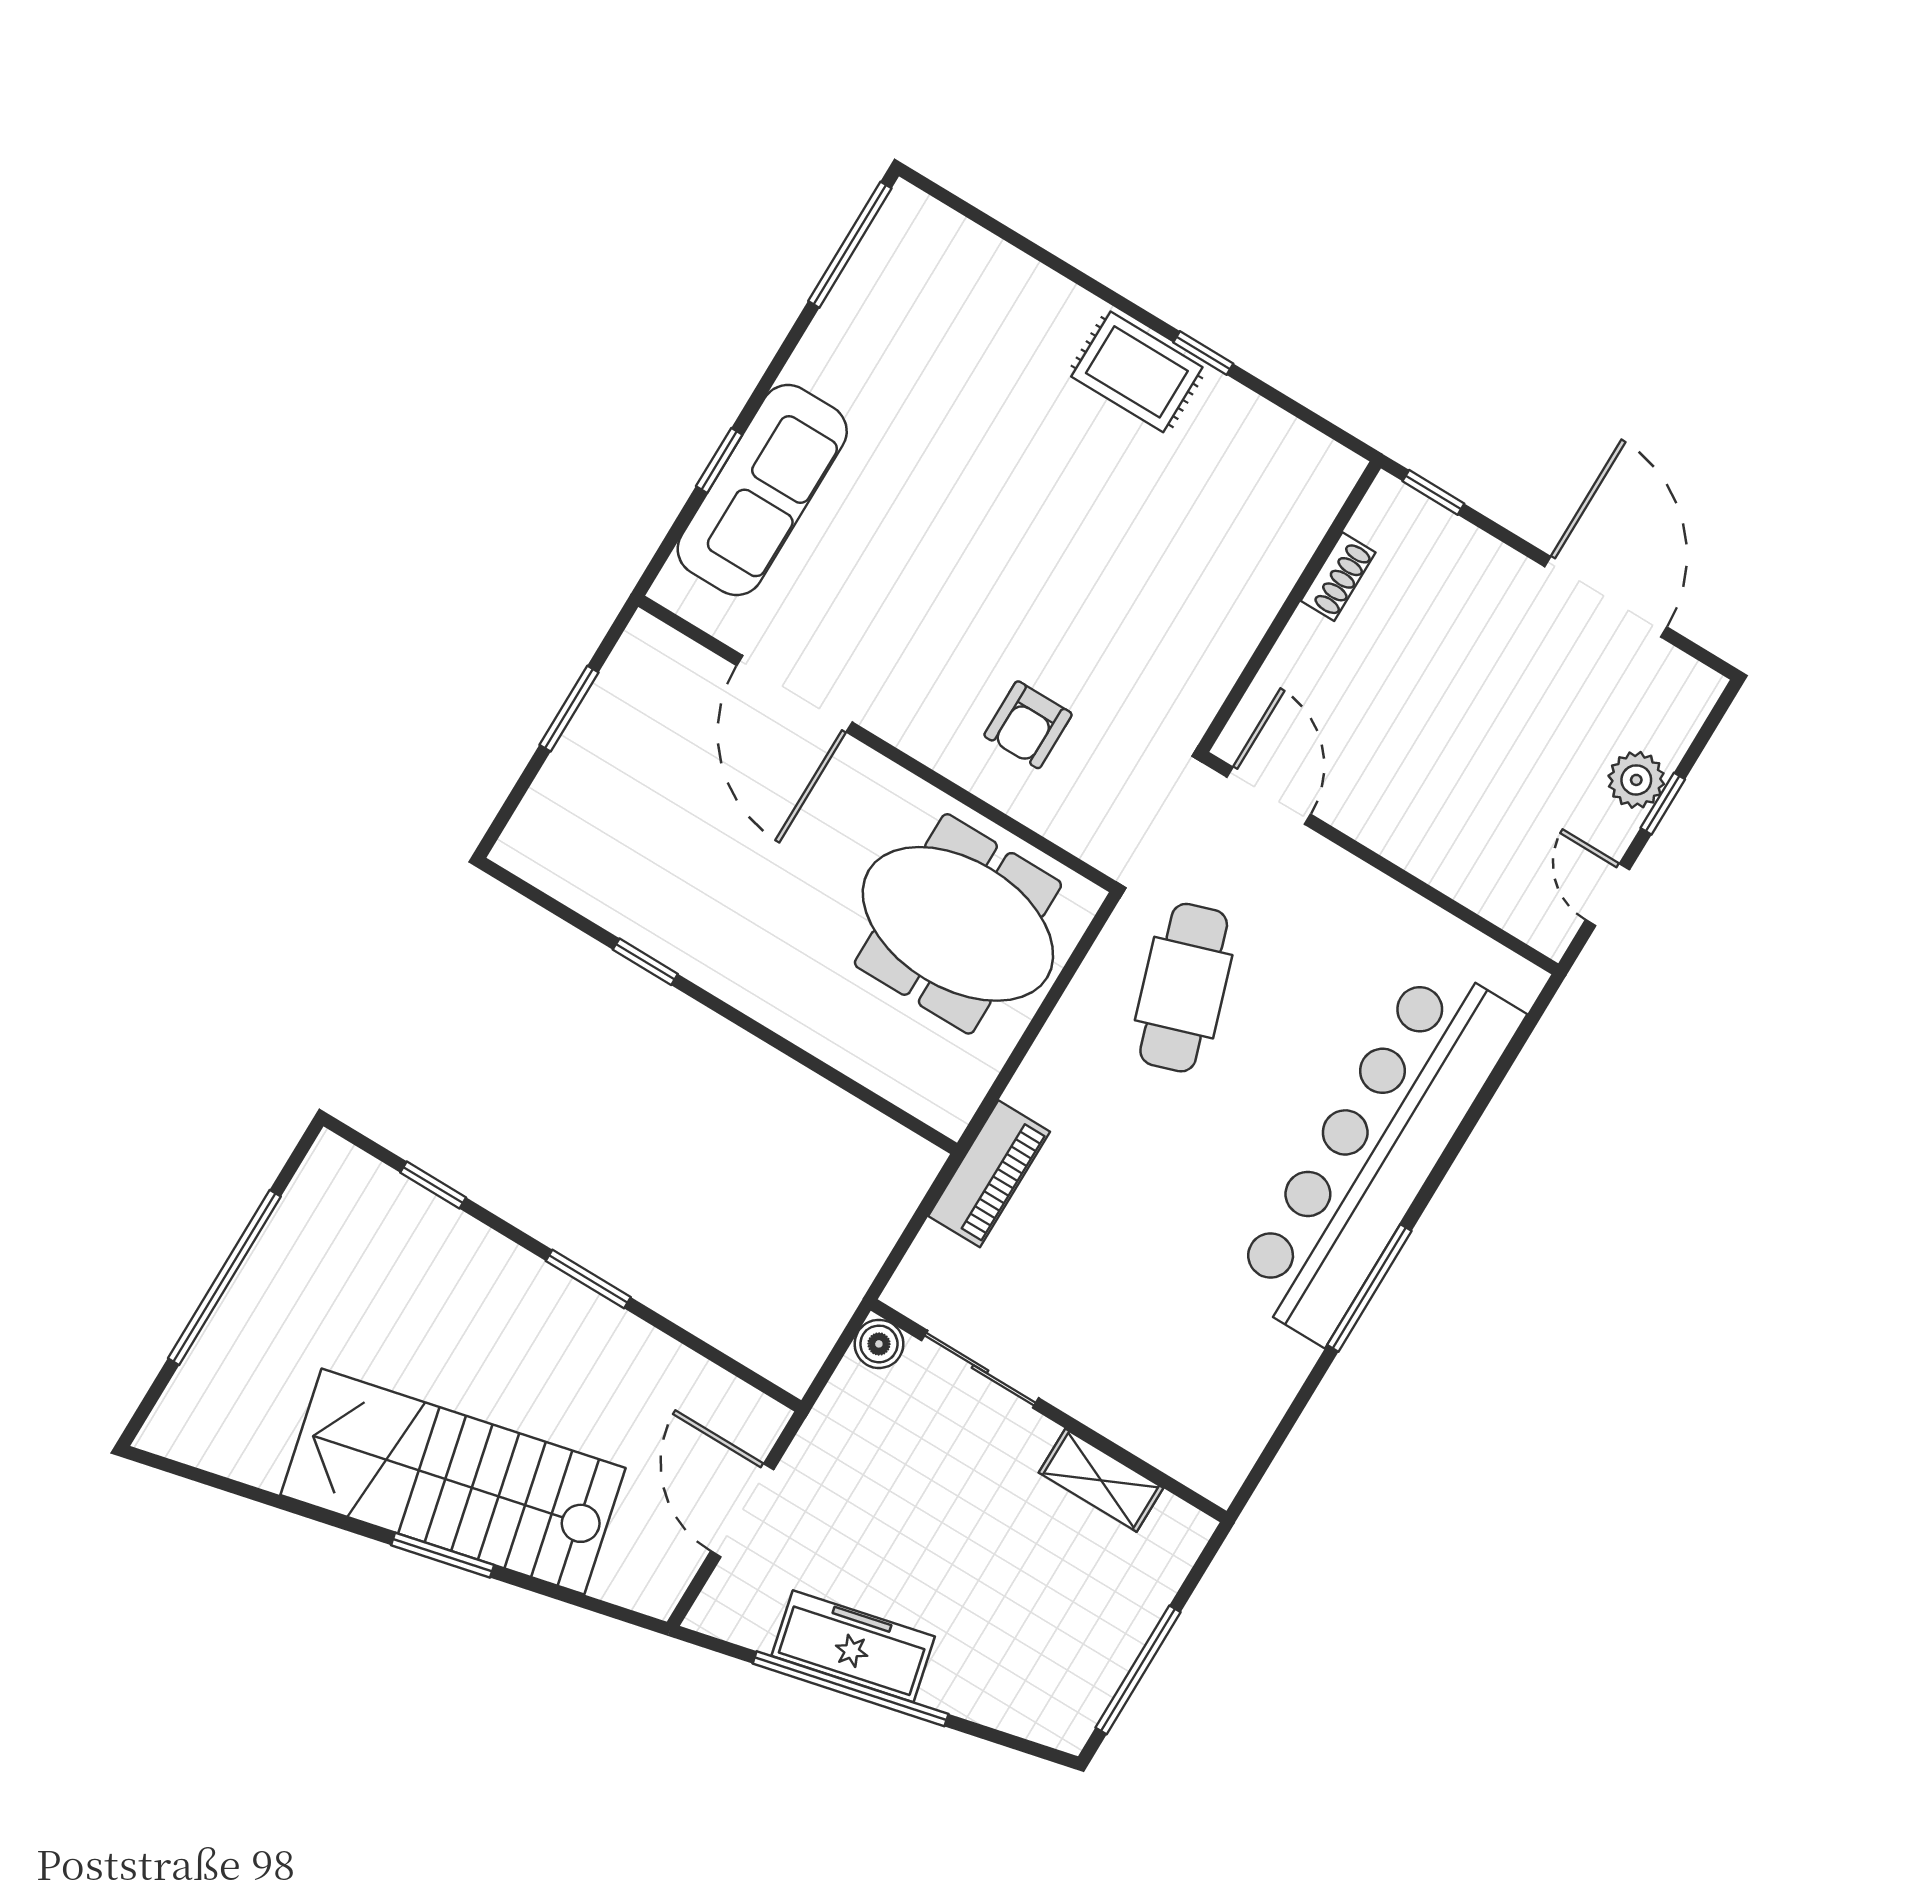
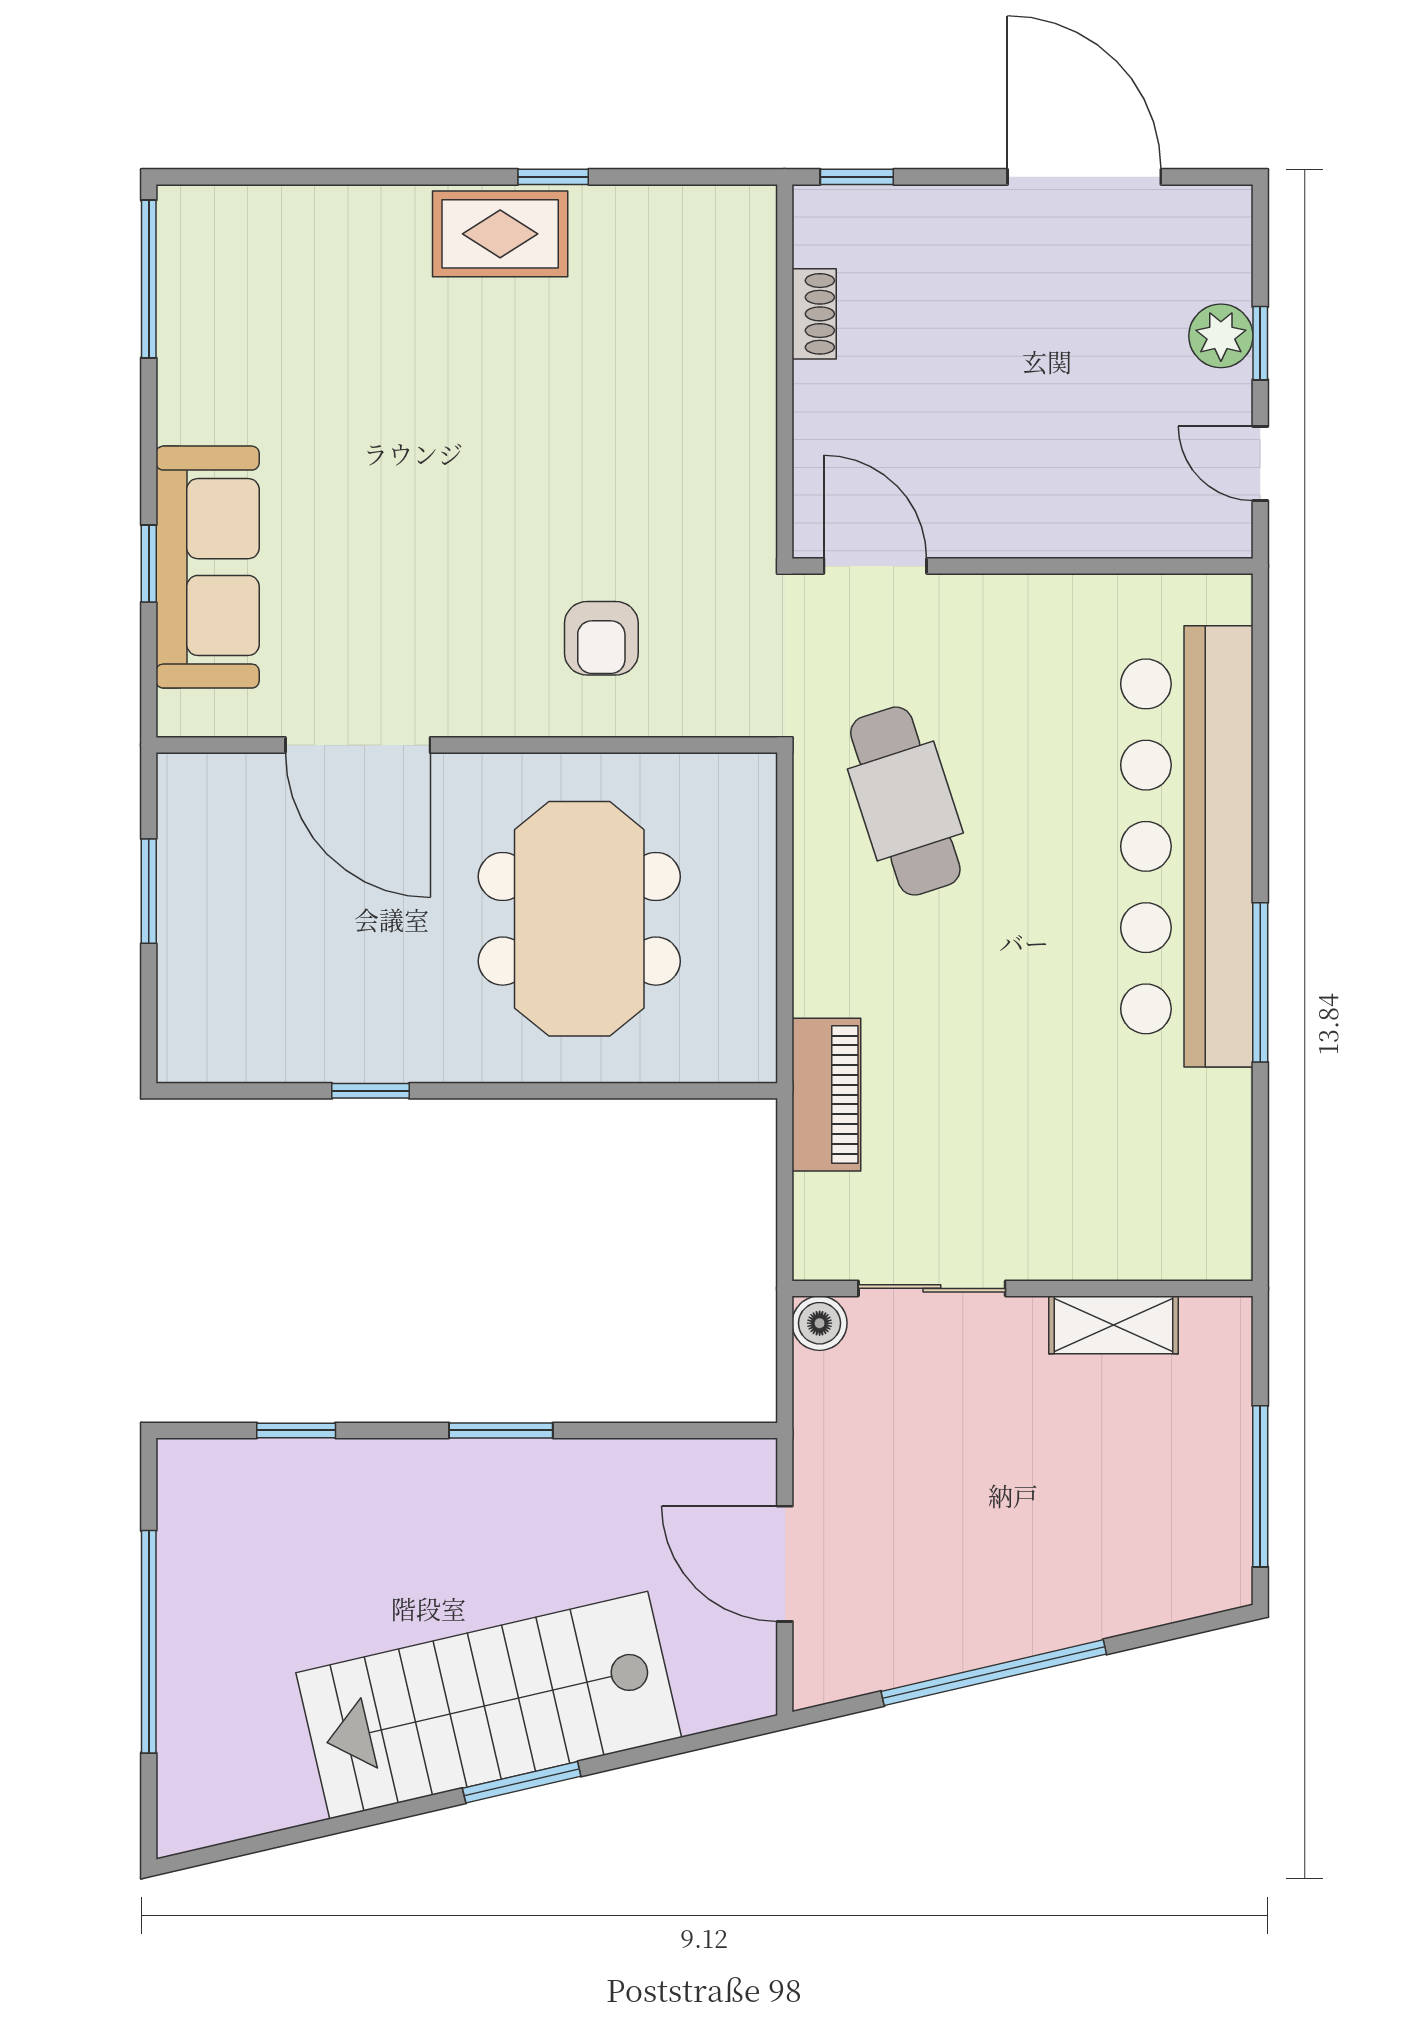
meeting table: (958, 924) -> (579, 919), moved, turned 90
freezer: (853, 1646) -> (971, 1630), removed

